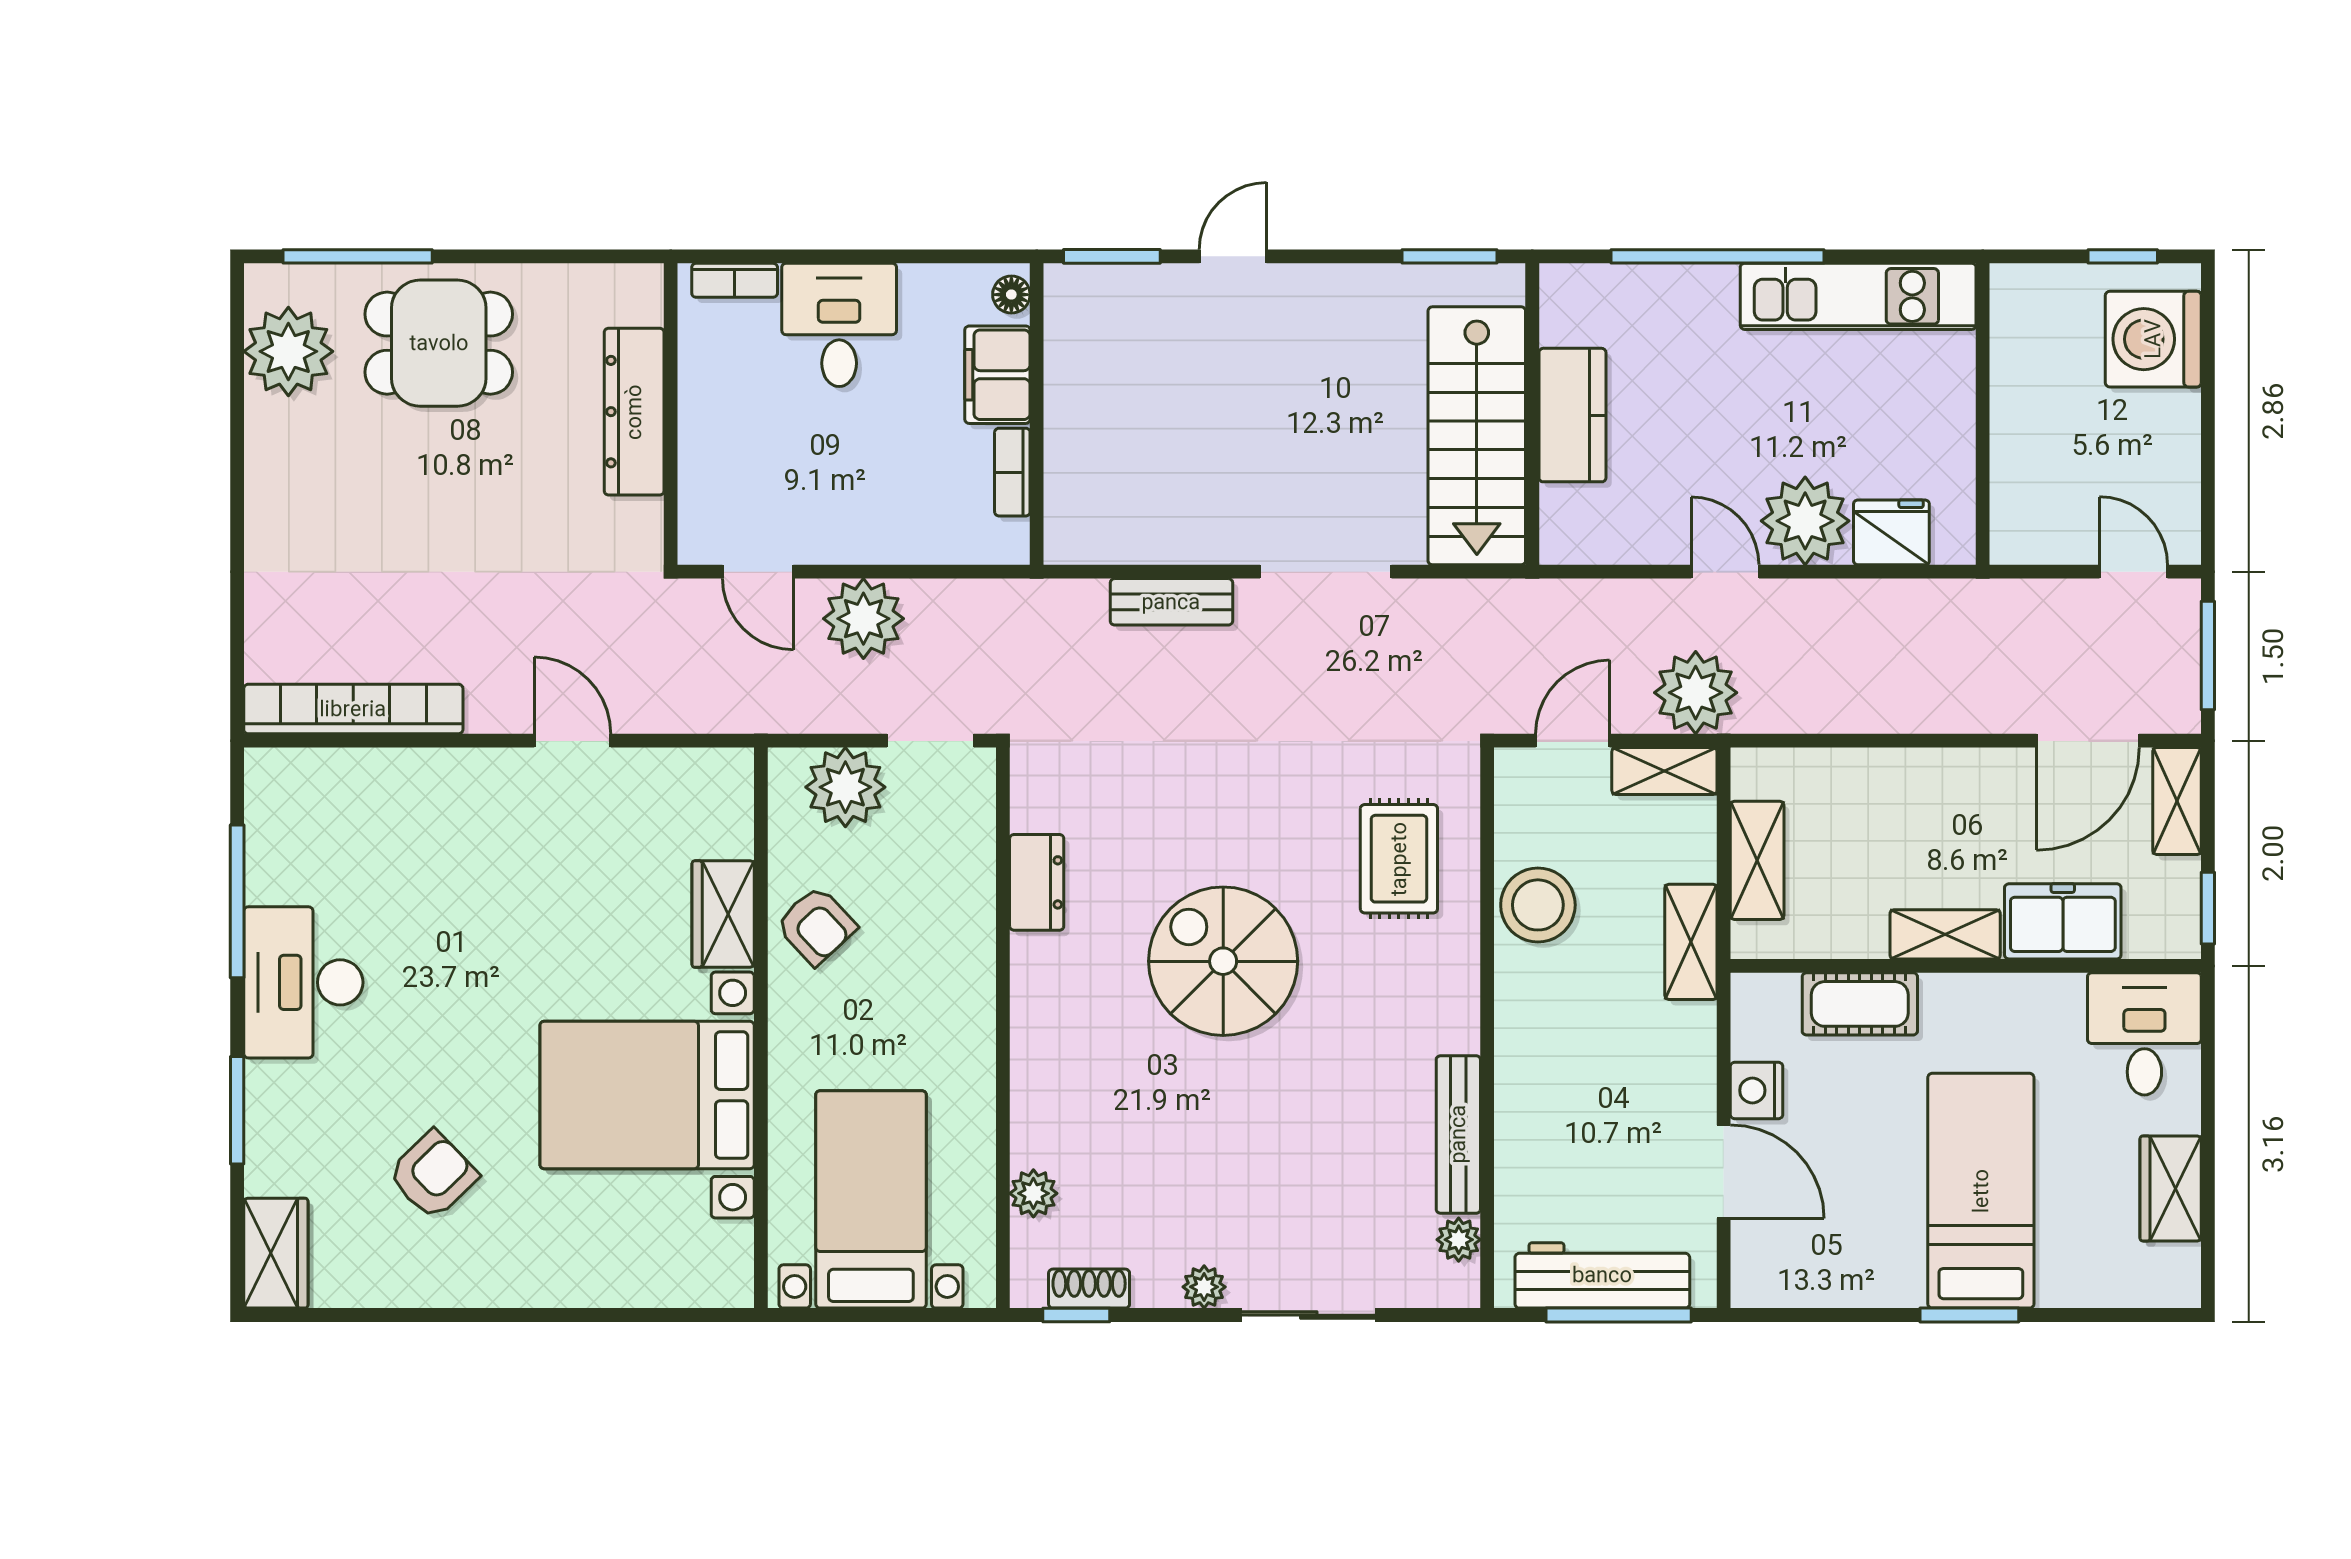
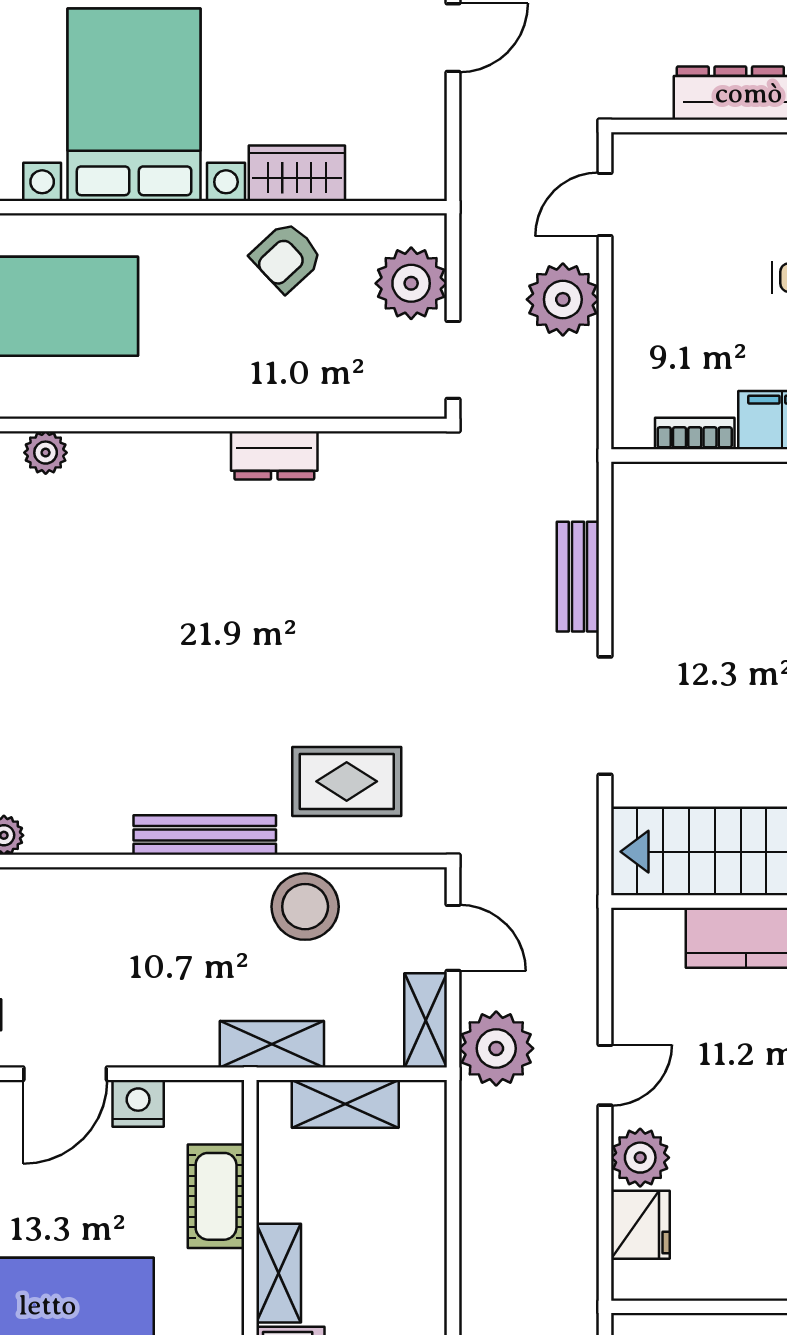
plant: (1805, 521) -> (640, 1158), width x0.73, depth x0.73
dresser: (1037, 882) -> (274, 455), moved
spiral stairs: (1223, 961) -> (254, 623), removed
bench: (1458, 1134) -> (205, 835), moved

